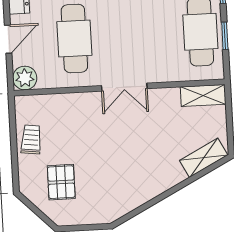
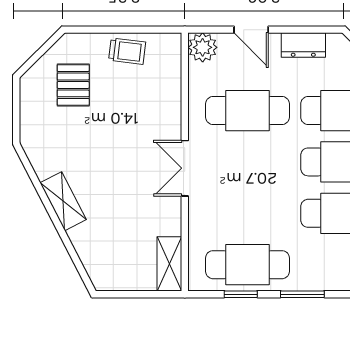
shelving: (204, 158) -> (63, 201), moved
pallet: (61, 182) -> (73, 85), turned 90

